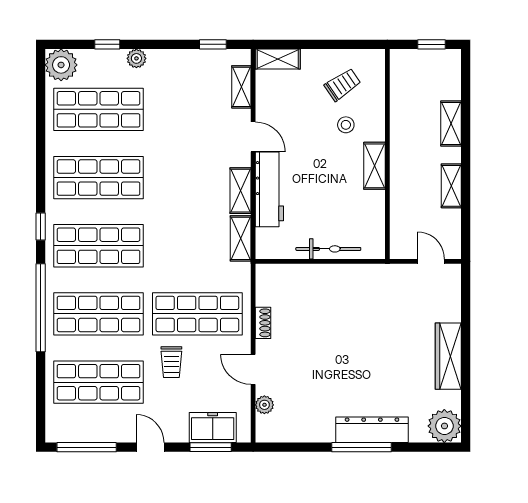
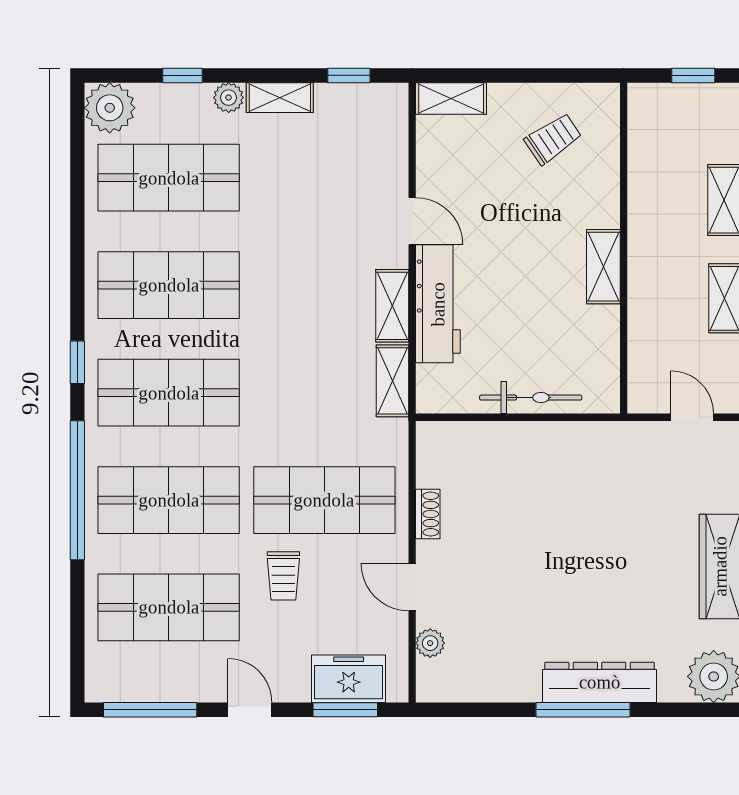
shelving: (241, 87) -> (280, 98), moved, turned 90
stool: (346, 125) -> (558, 202), removed

